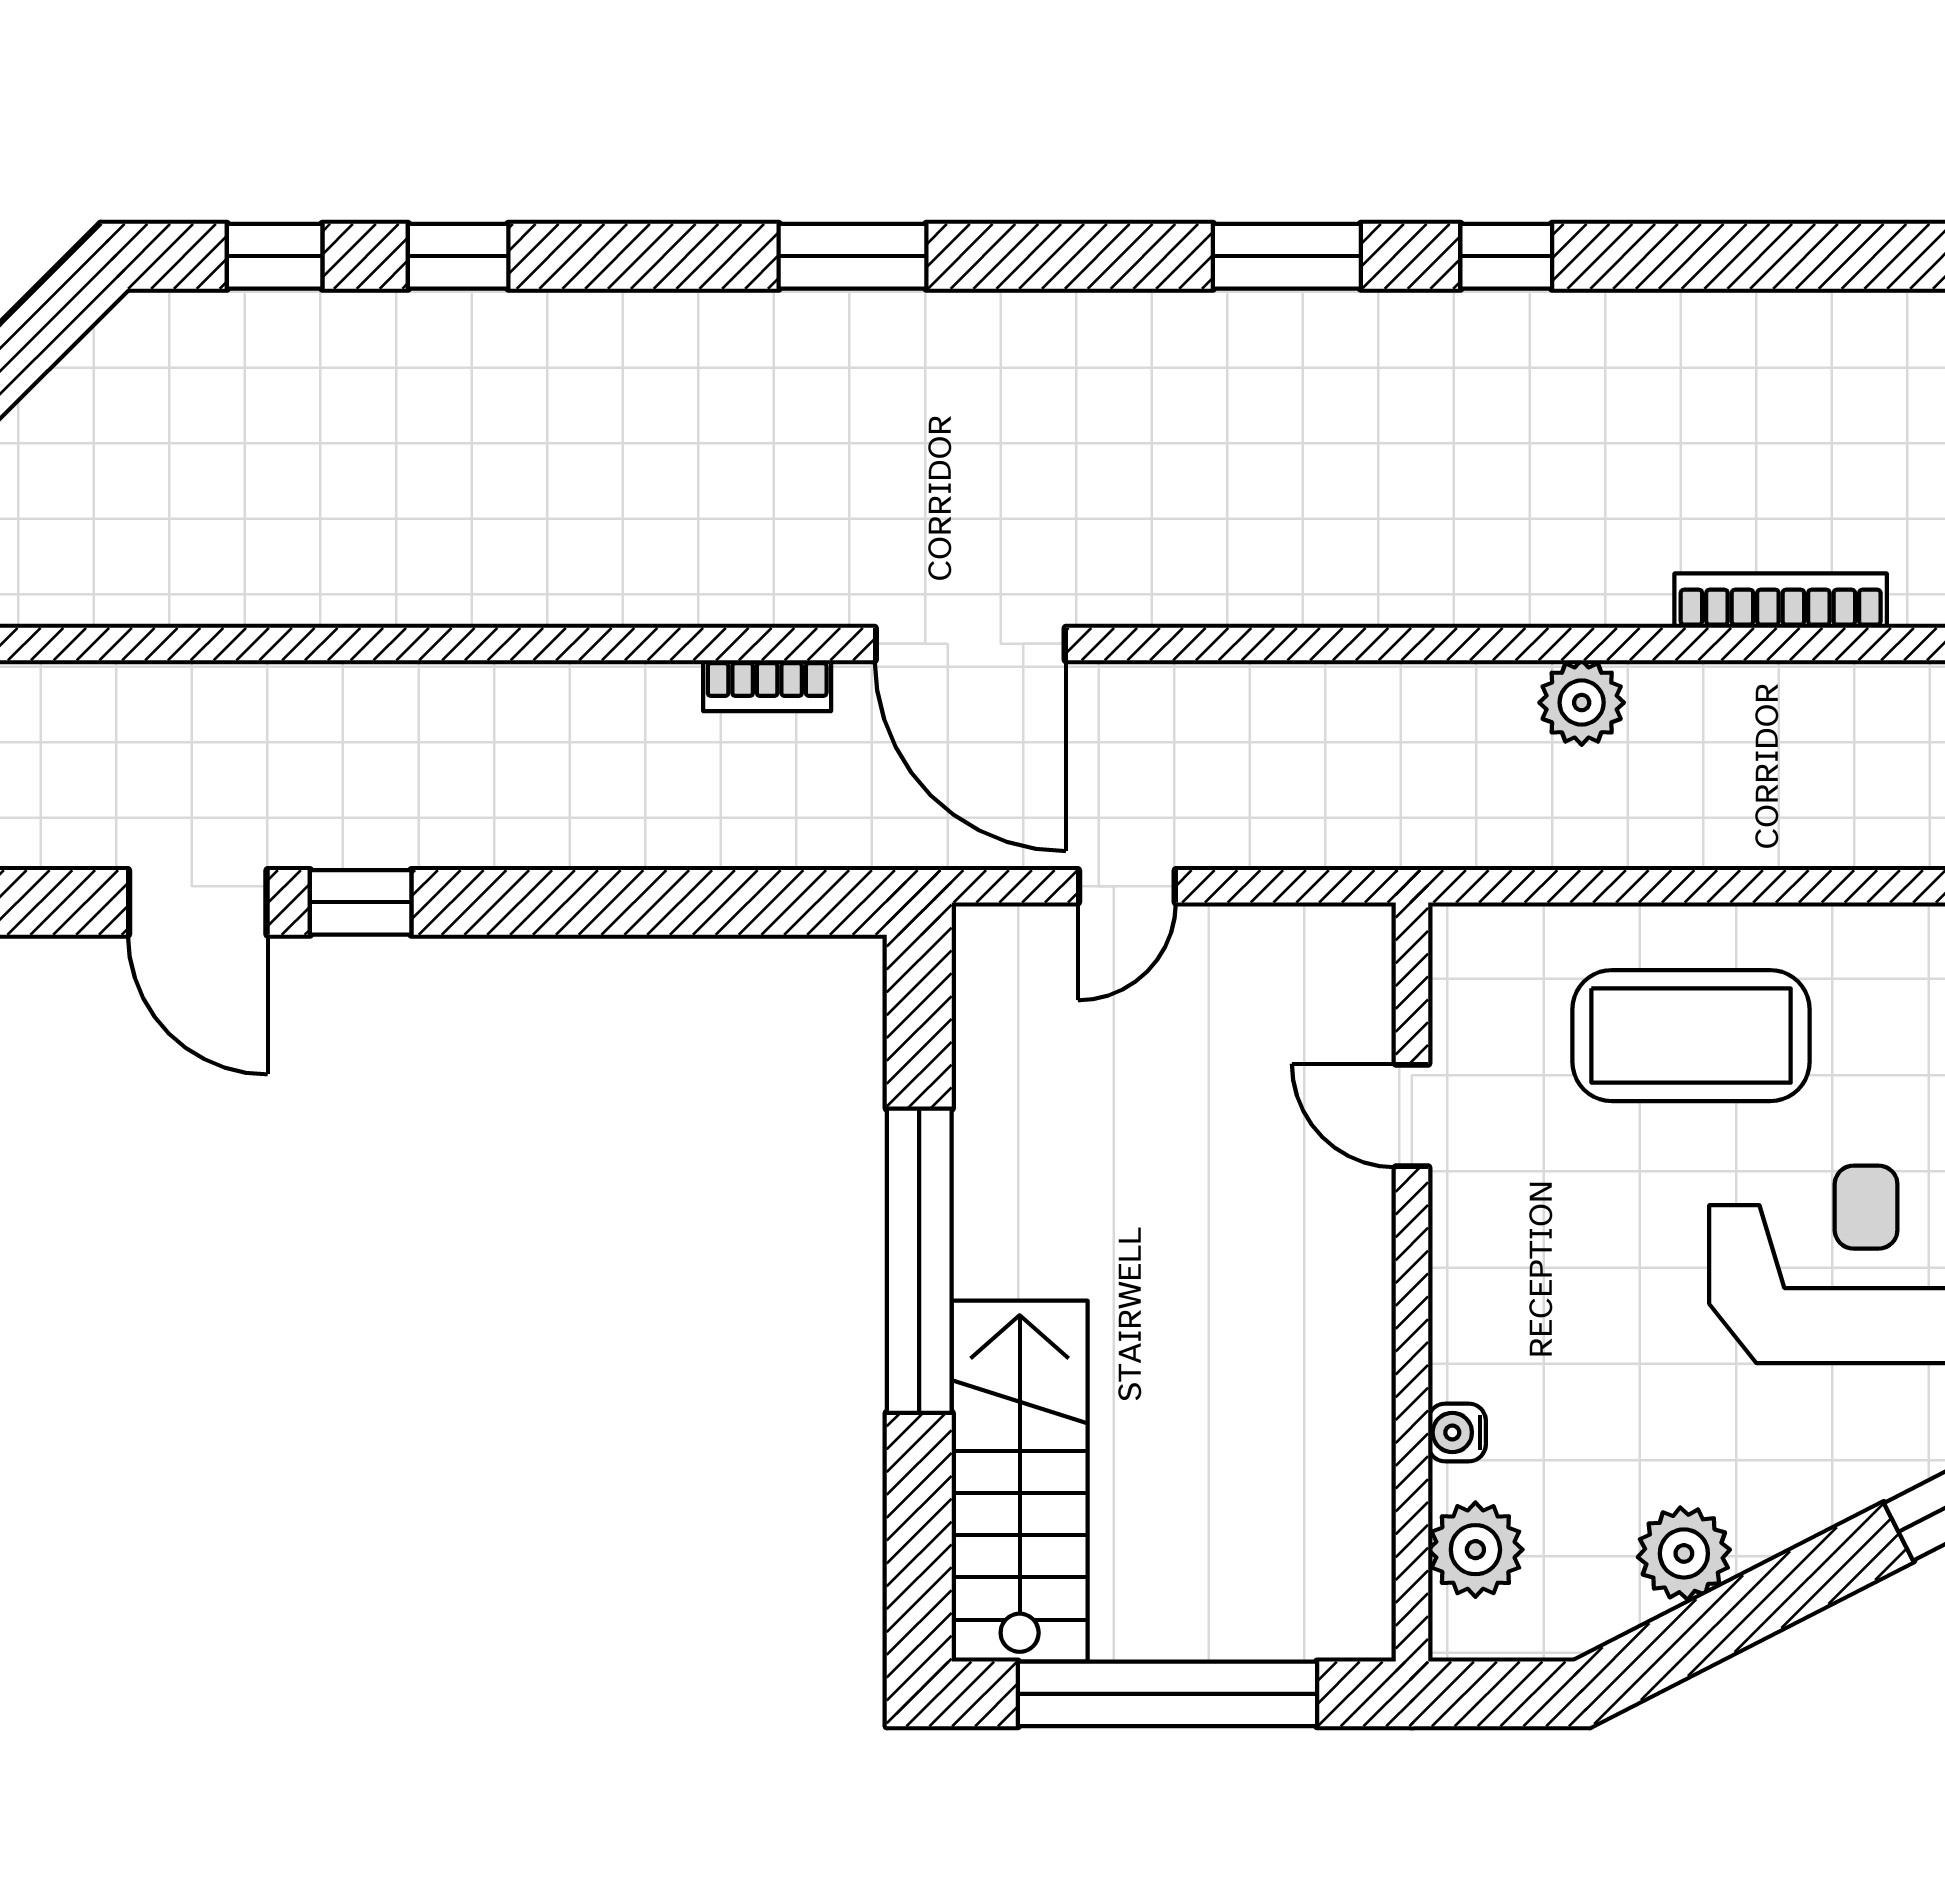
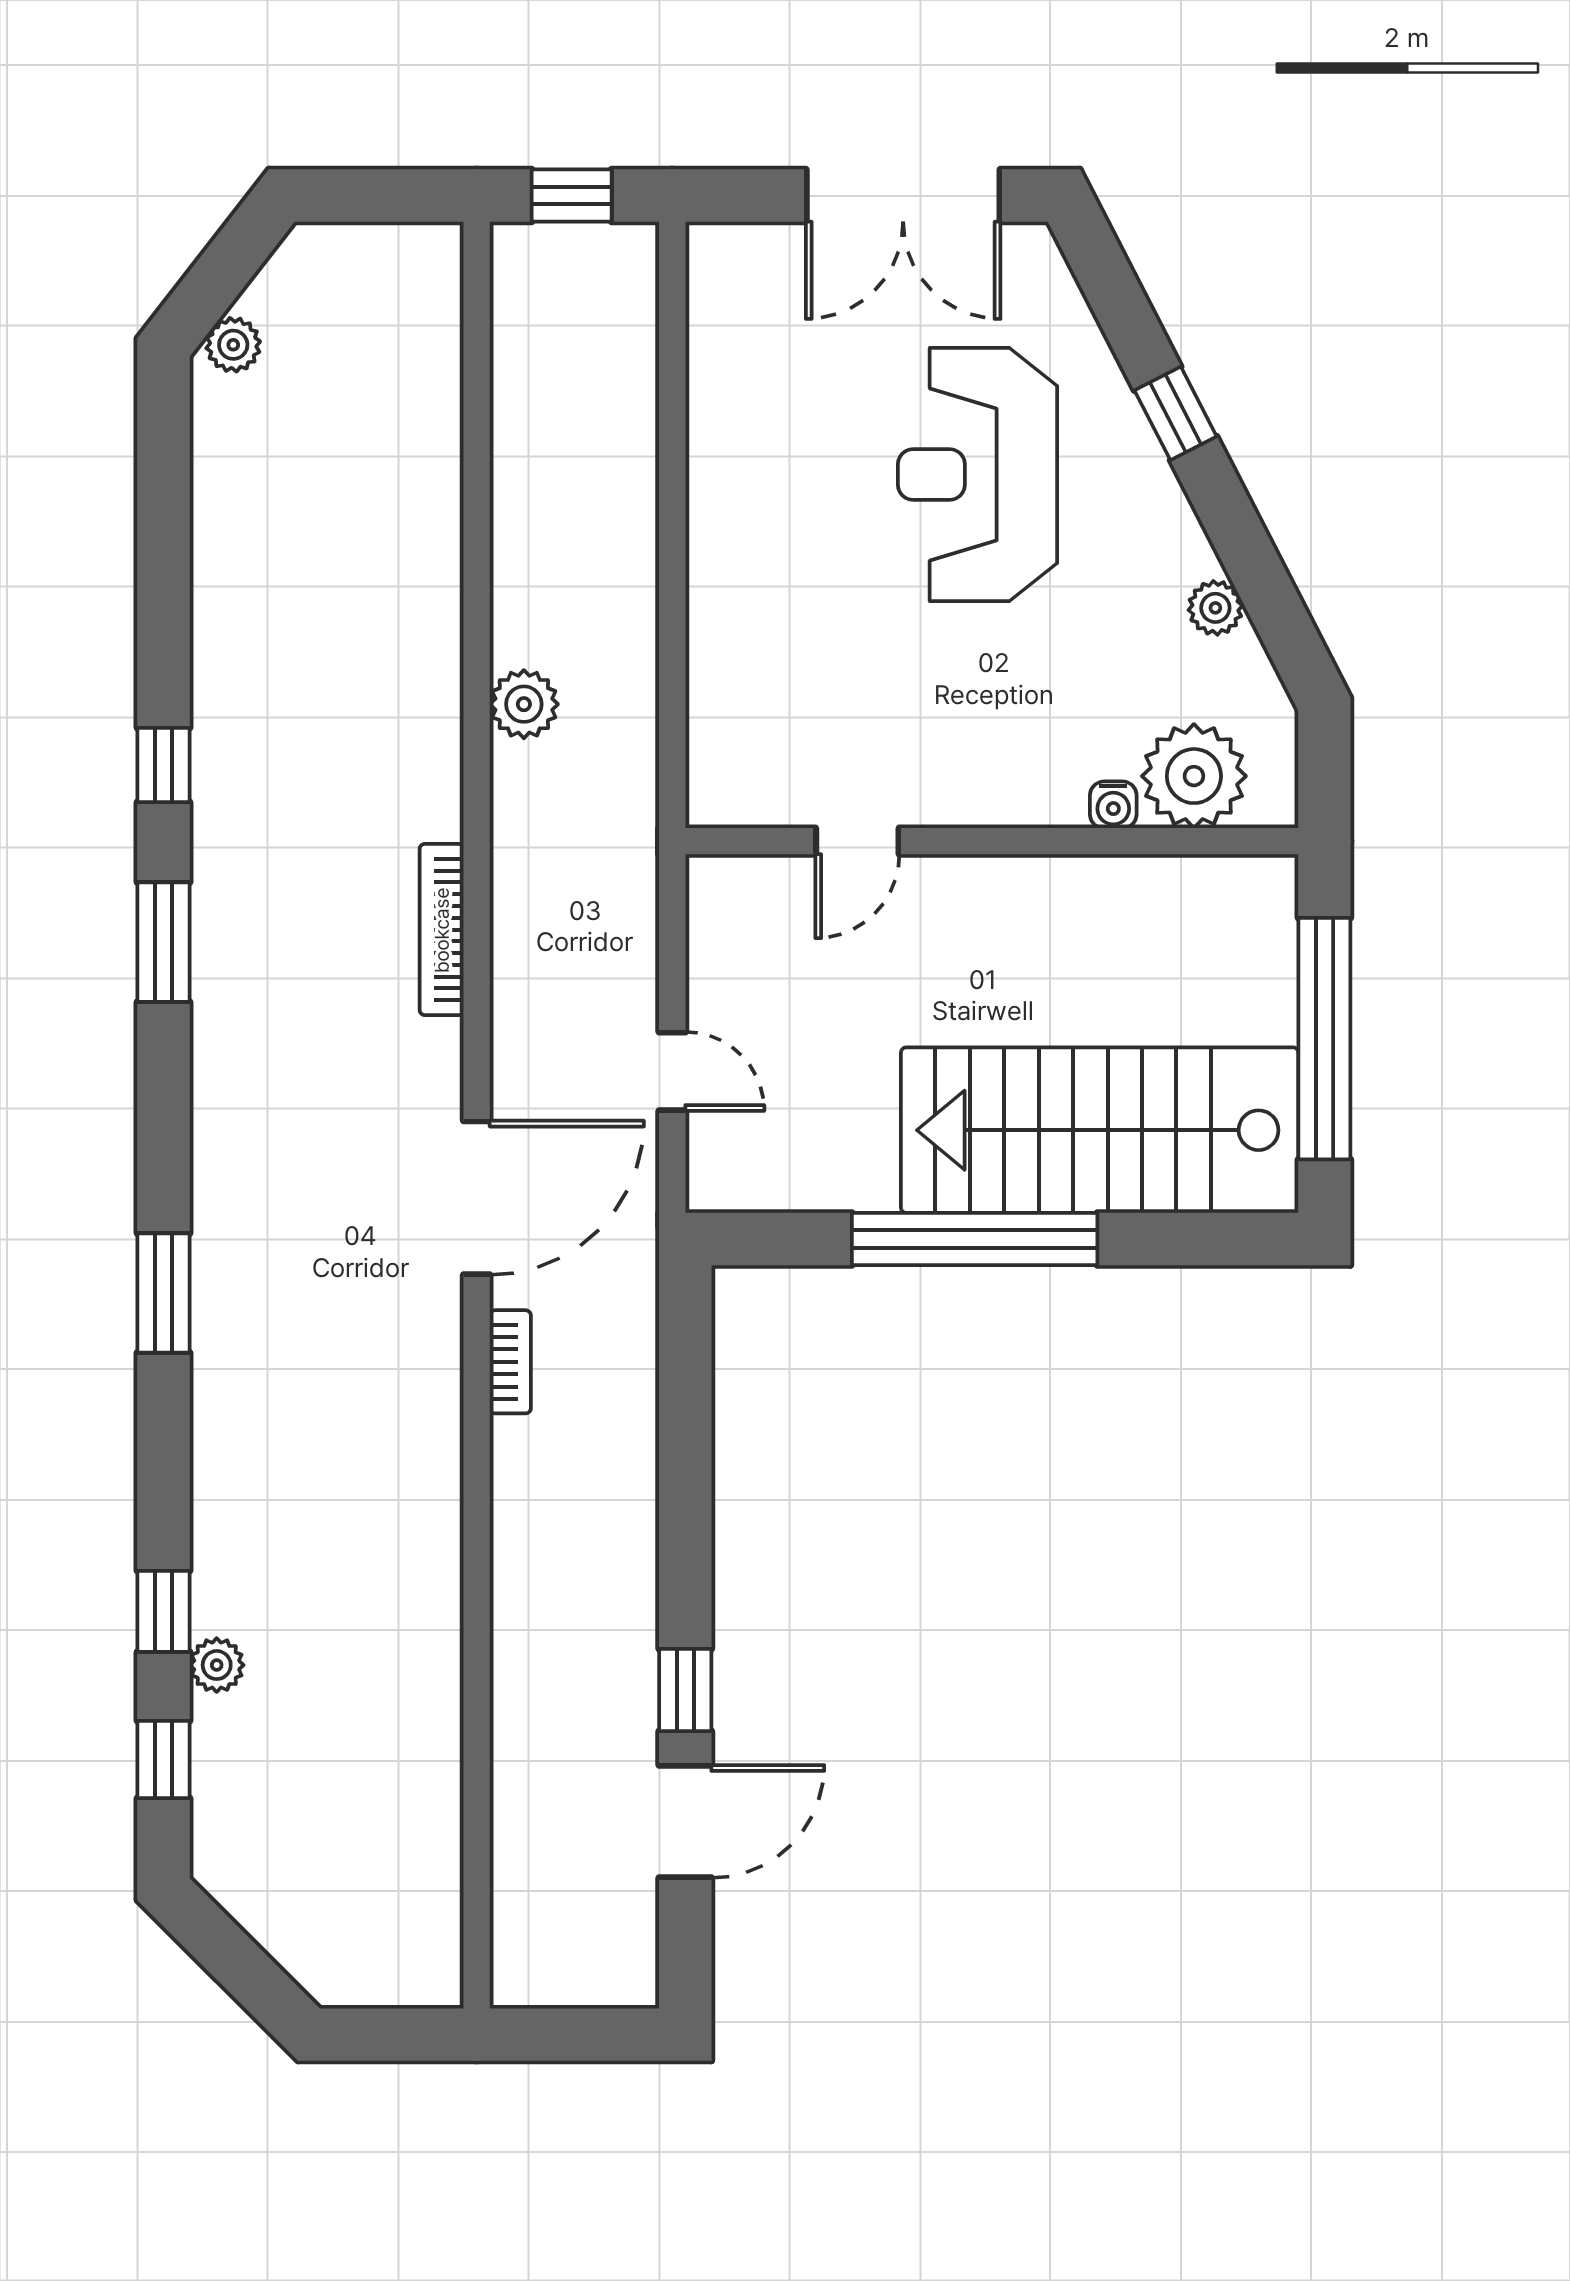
plant: (392, 322) -> (217, 1665), added
bookcase: (1781, 601) -> (442, 930), moved
coffee table: (1691, 1036) -> (793, 616), removed
stairs: (1020, 1481) -> (1100, 1130), width x1.36, depth x1.51
plant: (1475, 1550) -> (1194, 776), width x1.36, depth x1.36
plant: (1684, 1553) -> (1215, 608), width x0.73, depth x0.73

